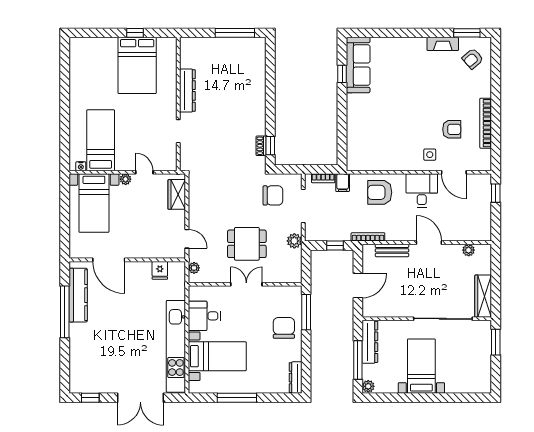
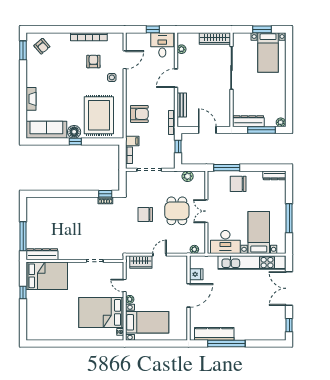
window: (235, 33) -> (23, 236), moved
fireplace: (443, 44) -> (31, 99), moved
bed: (137, 65) -> (47, 276), moved
window: (342, 74) -> (75, 141), moved
dresser: (187, 91) -> (42, 254), moved
floor lamp: (355, 103) -> (74, 132), added
rug: (378, 137) -> (99, 115), added
bed: (101, 140) -> (101, 312), width x1.50
door: (144, 172) -> (125, 286), hinge flipped
desk: (422, 191) -> (162, 45), moved, turned 90
armchair: (380, 192) -> (139, 114), turned -90
window: (496, 193) -> (153, 29), moved
chair: (273, 195) -> (145, 214), moved, turned -90
door: (187, 239) -> (160, 255), moved
plant: (294, 241) -> (188, 176), moved
door: (109, 260) -> (189, 295), moved
desk: (204, 316) -> (225, 242), width x1.37
window: (496, 342) -> (262, 29), moved
bed with nightstands: (421, 366) -> (268, 52), moved, turned -90
double door: (140, 398) -> (289, 288), swing flipped

